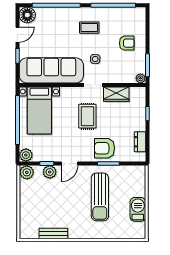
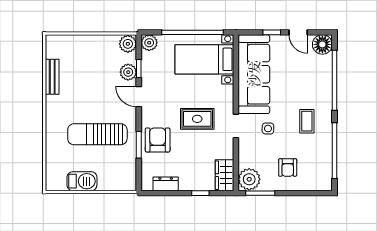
plant: (140, 78) -> (249, 179), width x1.87, depth x1.87
wardrobe: (116, 94) -> (225, 175), moved

